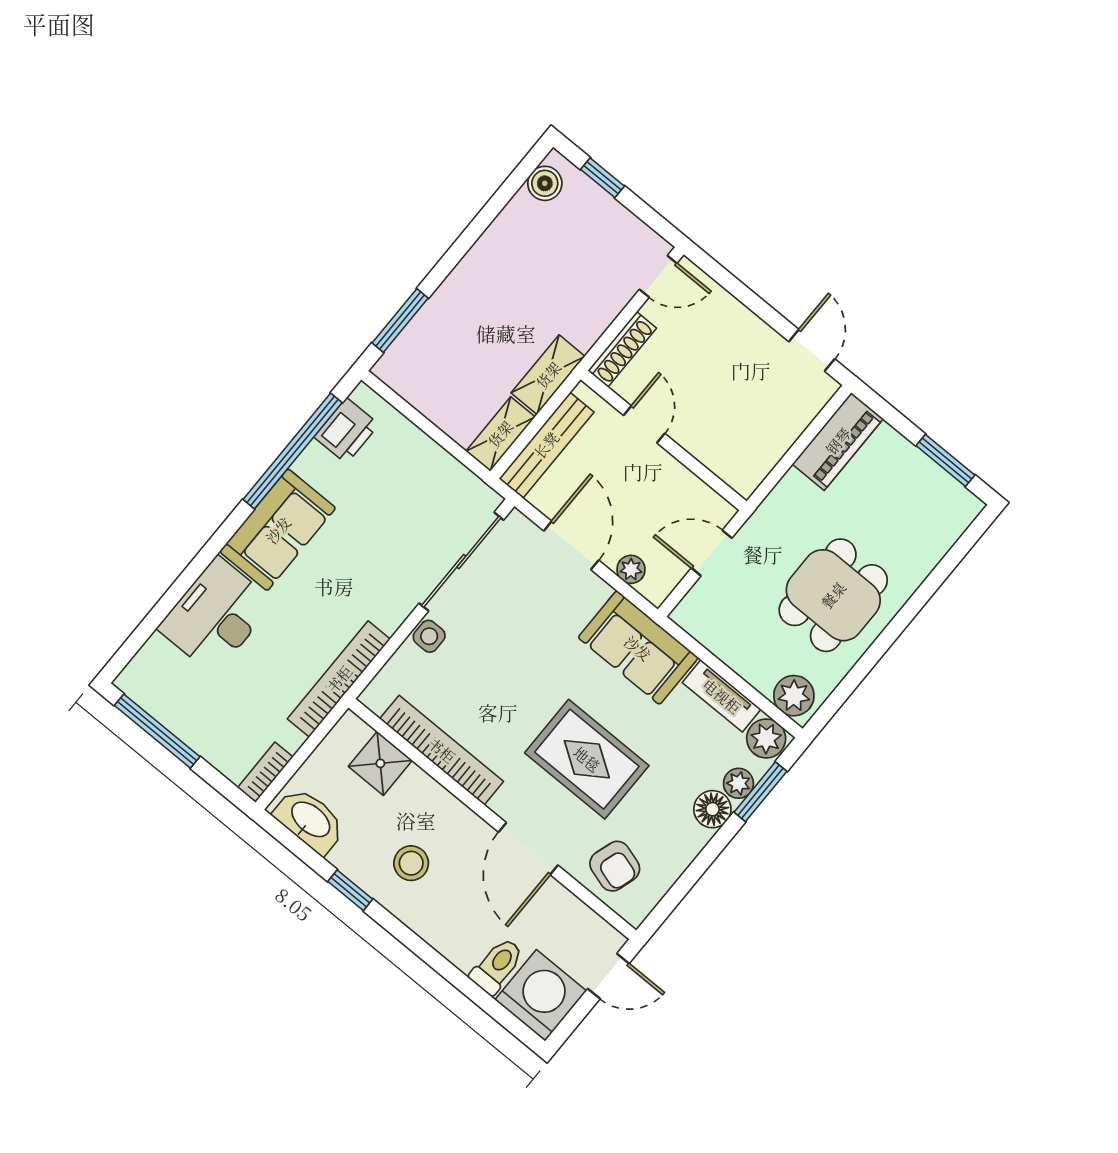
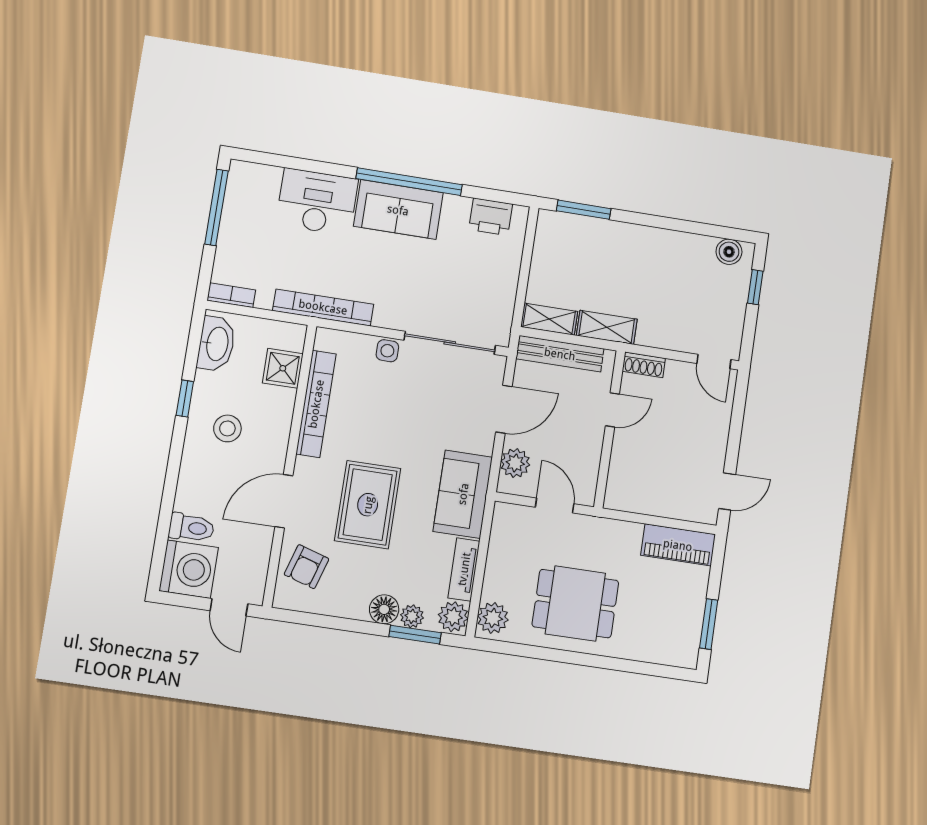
shoe rack: (622, 349) -> (644, 365), width x0.70
window: (293, 451) -> (409, 182), moved
plant: (631, 569) -> (515, 463), width x1.38, depth x1.38

